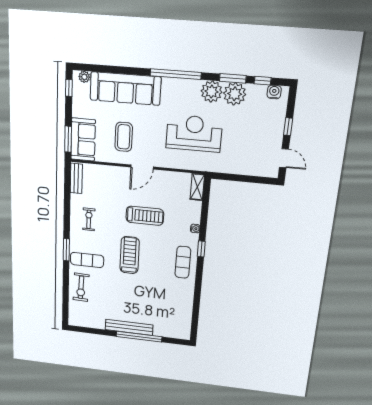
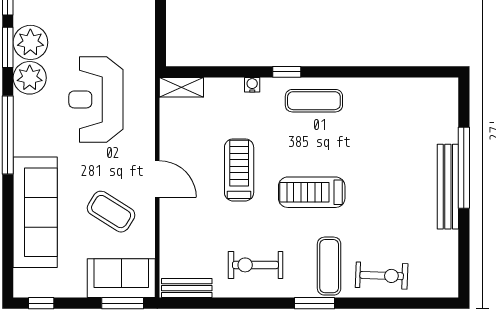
plant: (84, 77) -> (22, 278), removed
coffee table: (124, 137) -> (111, 212), turned 32
exercise bike: (89, 219) -> (255, 265), width x1.38, depth x1.39

